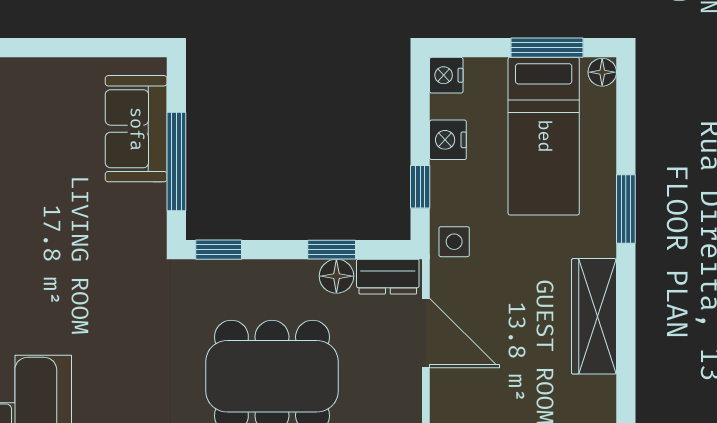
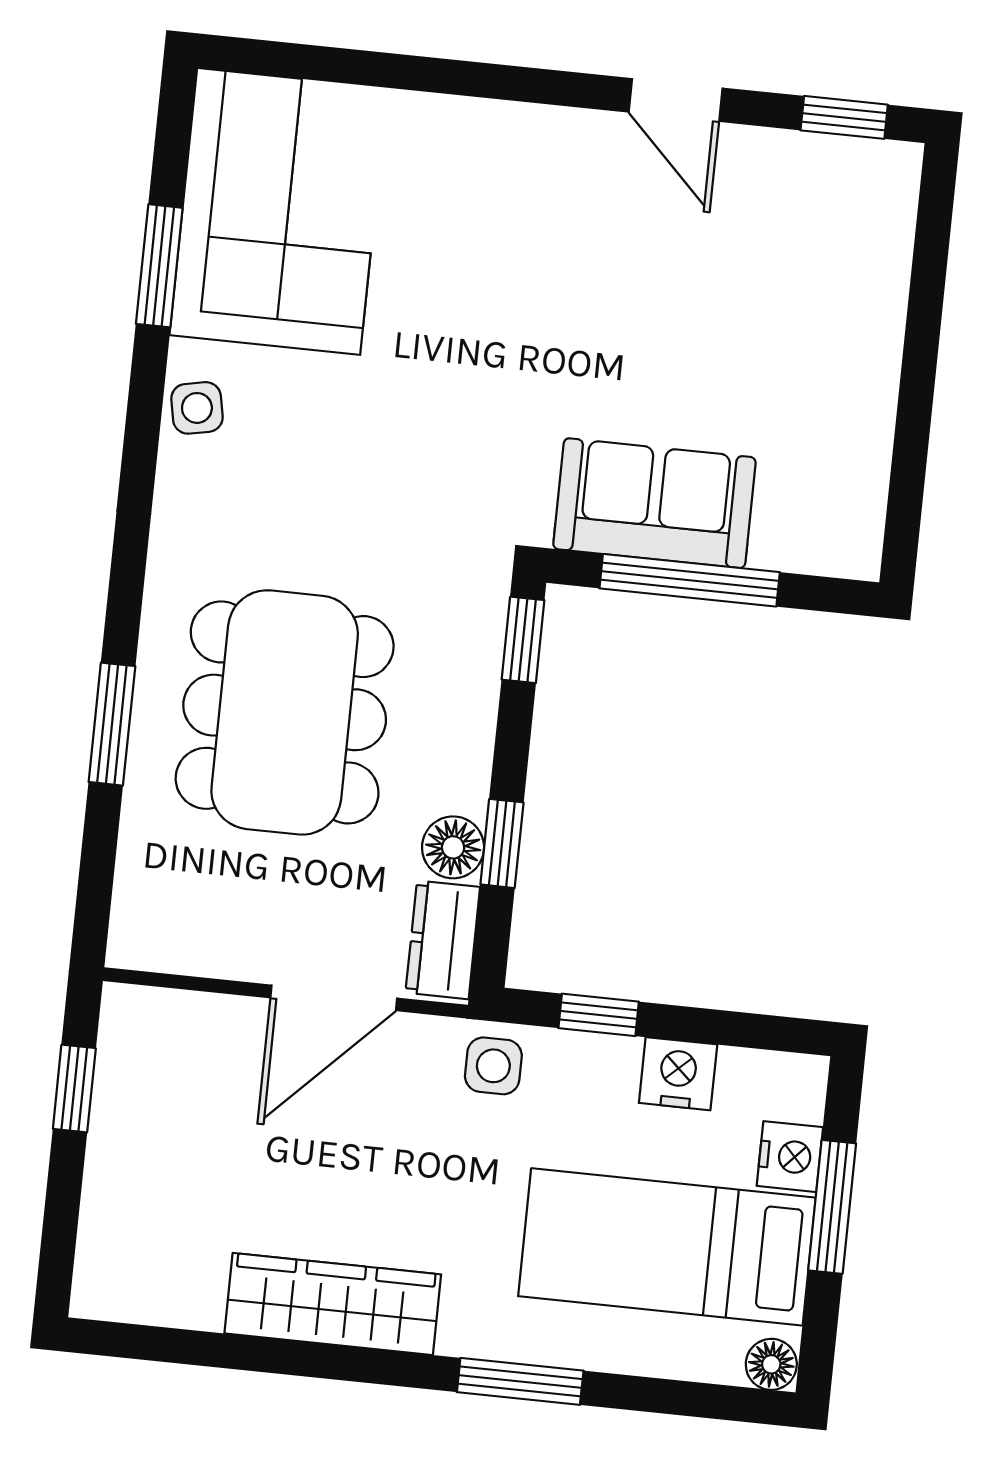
window: (547, 48) -> (832, 1207), moved
nightstand: (446, 75) -> (790, 1157), moved, turned 90
sofa: (136, 129) -> (654, 503), moved

